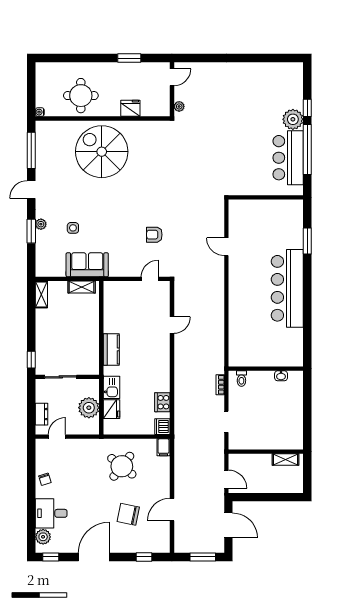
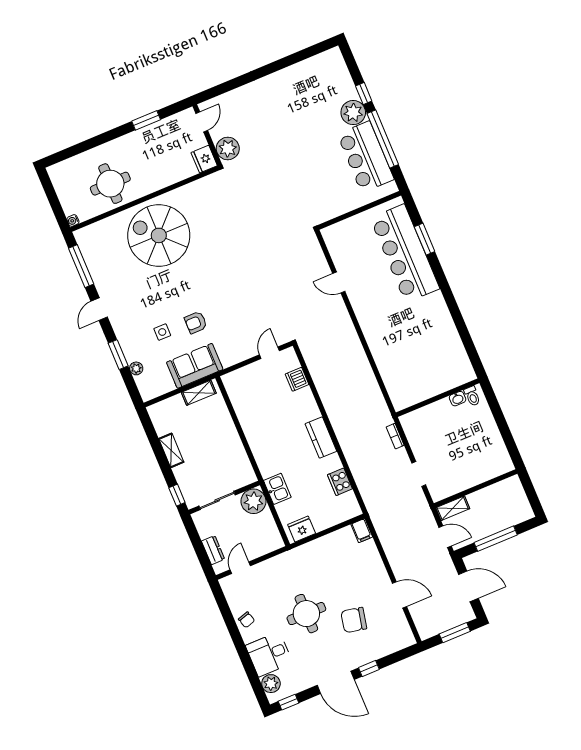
plant: (179, 106) -> (228, 148), width x1.88, depth x1.88
fridge: (130, 108) -> (204, 159), moved, turned -90
plant: (41, 224) -> (136, 368), moved
armchair: (154, 235) -> (196, 322), moved
bar counter: (287, 288) -> (405, 253), moved
shelving: (41, 295) -> (171, 450), moved
door: (172, 325) -> (315, 393), removed
kitchen counter: (111, 349) -> (321, 437), moved, turned 180
toilet: (241, 379) -> (472, 396), moved
plant: (89, 408) -> (253, 501), moved
fridge: (111, 409) -> (302, 529), moved, turned -90
dishwasher: (162, 427) -> (297, 379), moved
shelving: (286, 460) -> (453, 508), moved
round table: (122, 466) -> (306, 614), moved, turned -38
window: (265, 497) -> (496, 539), added
door: (172, 510) -> (400, 595), swing flipped
door: (94, 557) -> (336, 682), swing flipped
window: (144, 557) -> (369, 669), moved

